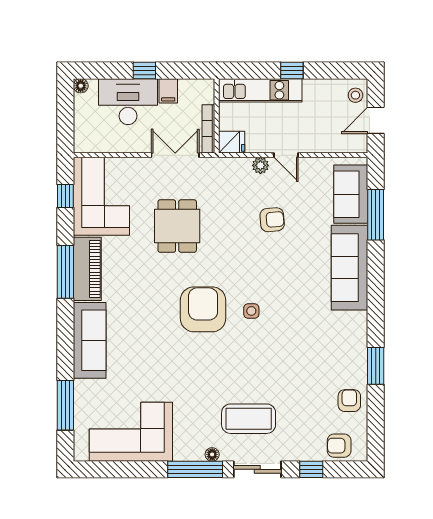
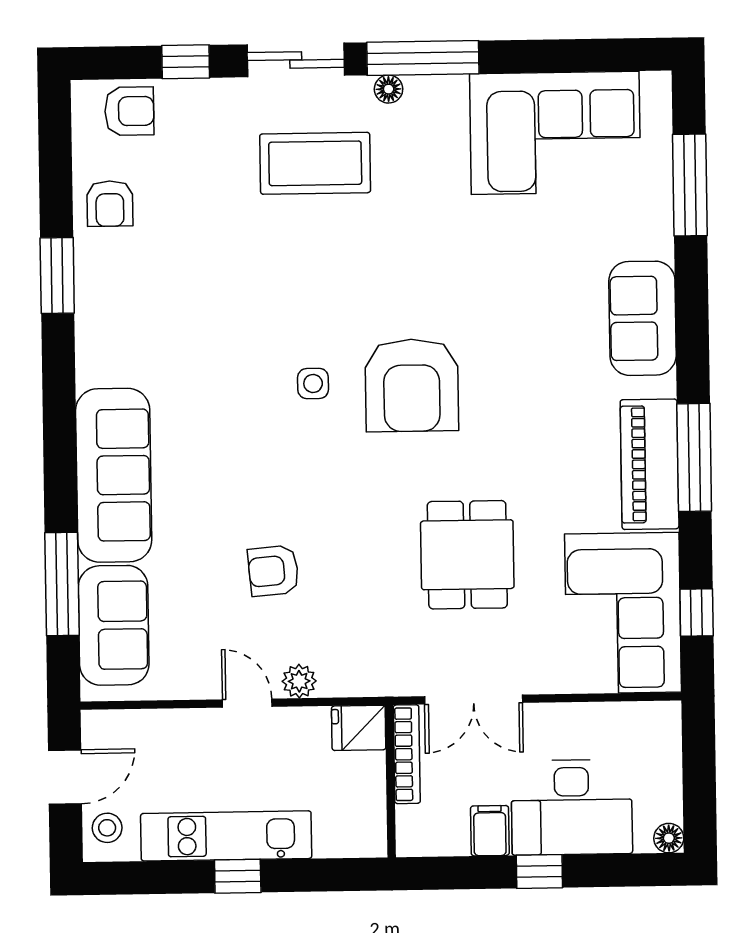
kitchen unit: (260, 90) -> (226, 836), moved
sofa: (90, 340) -> (642, 318), width x0.73

